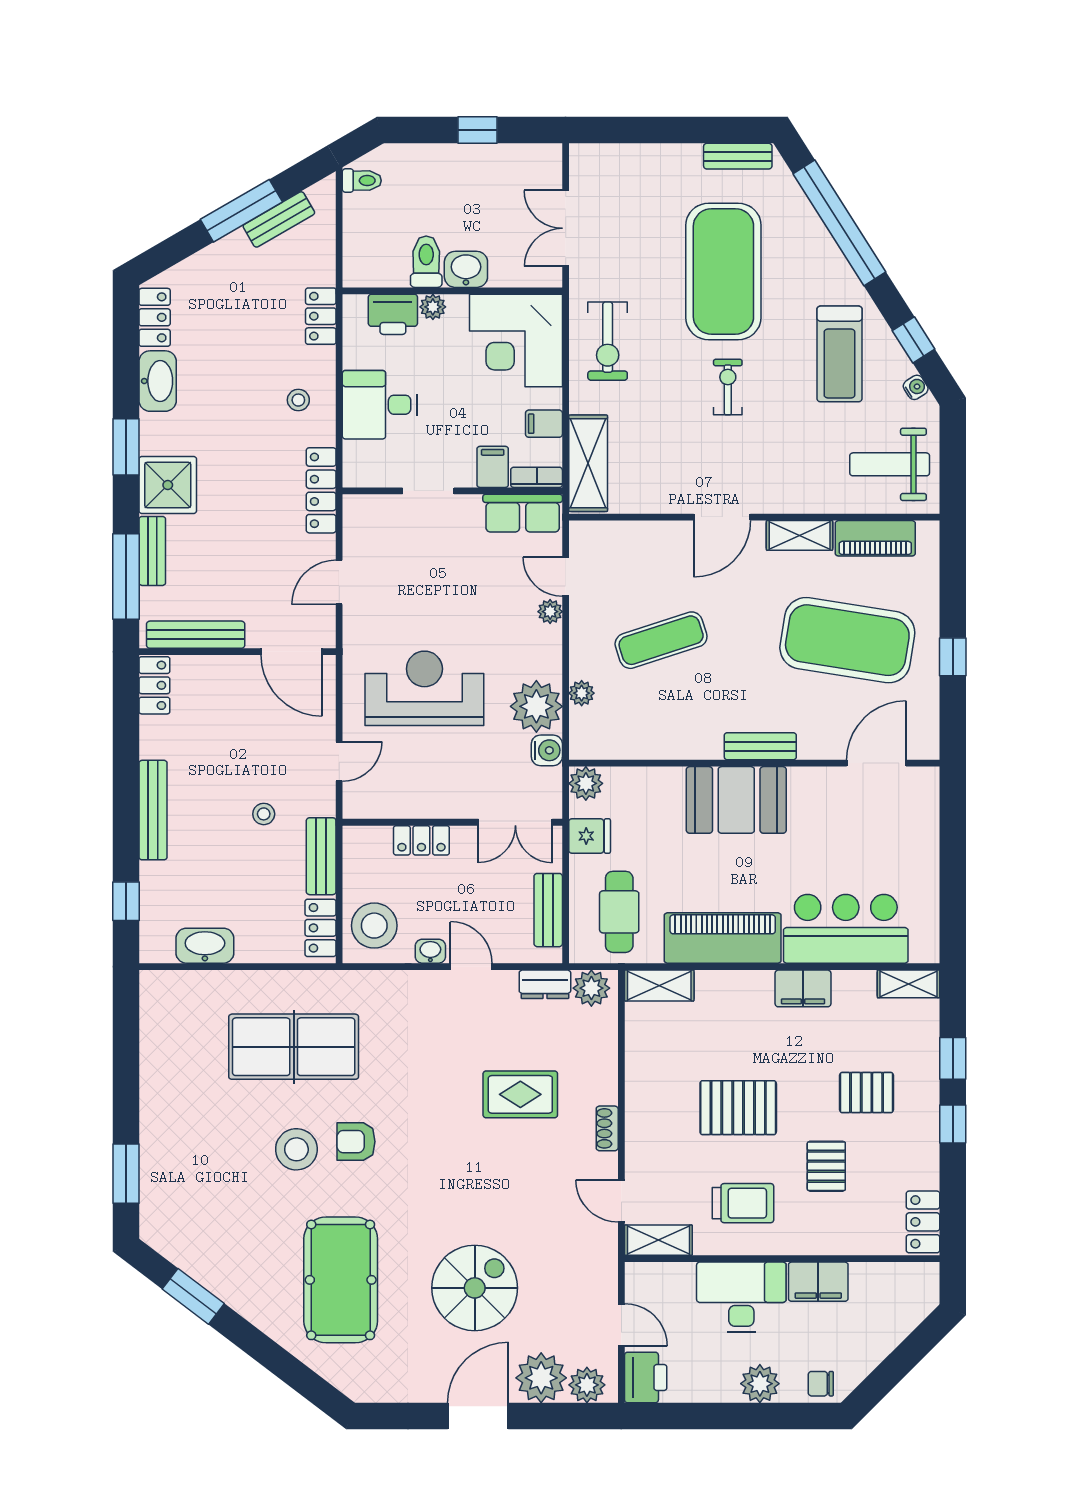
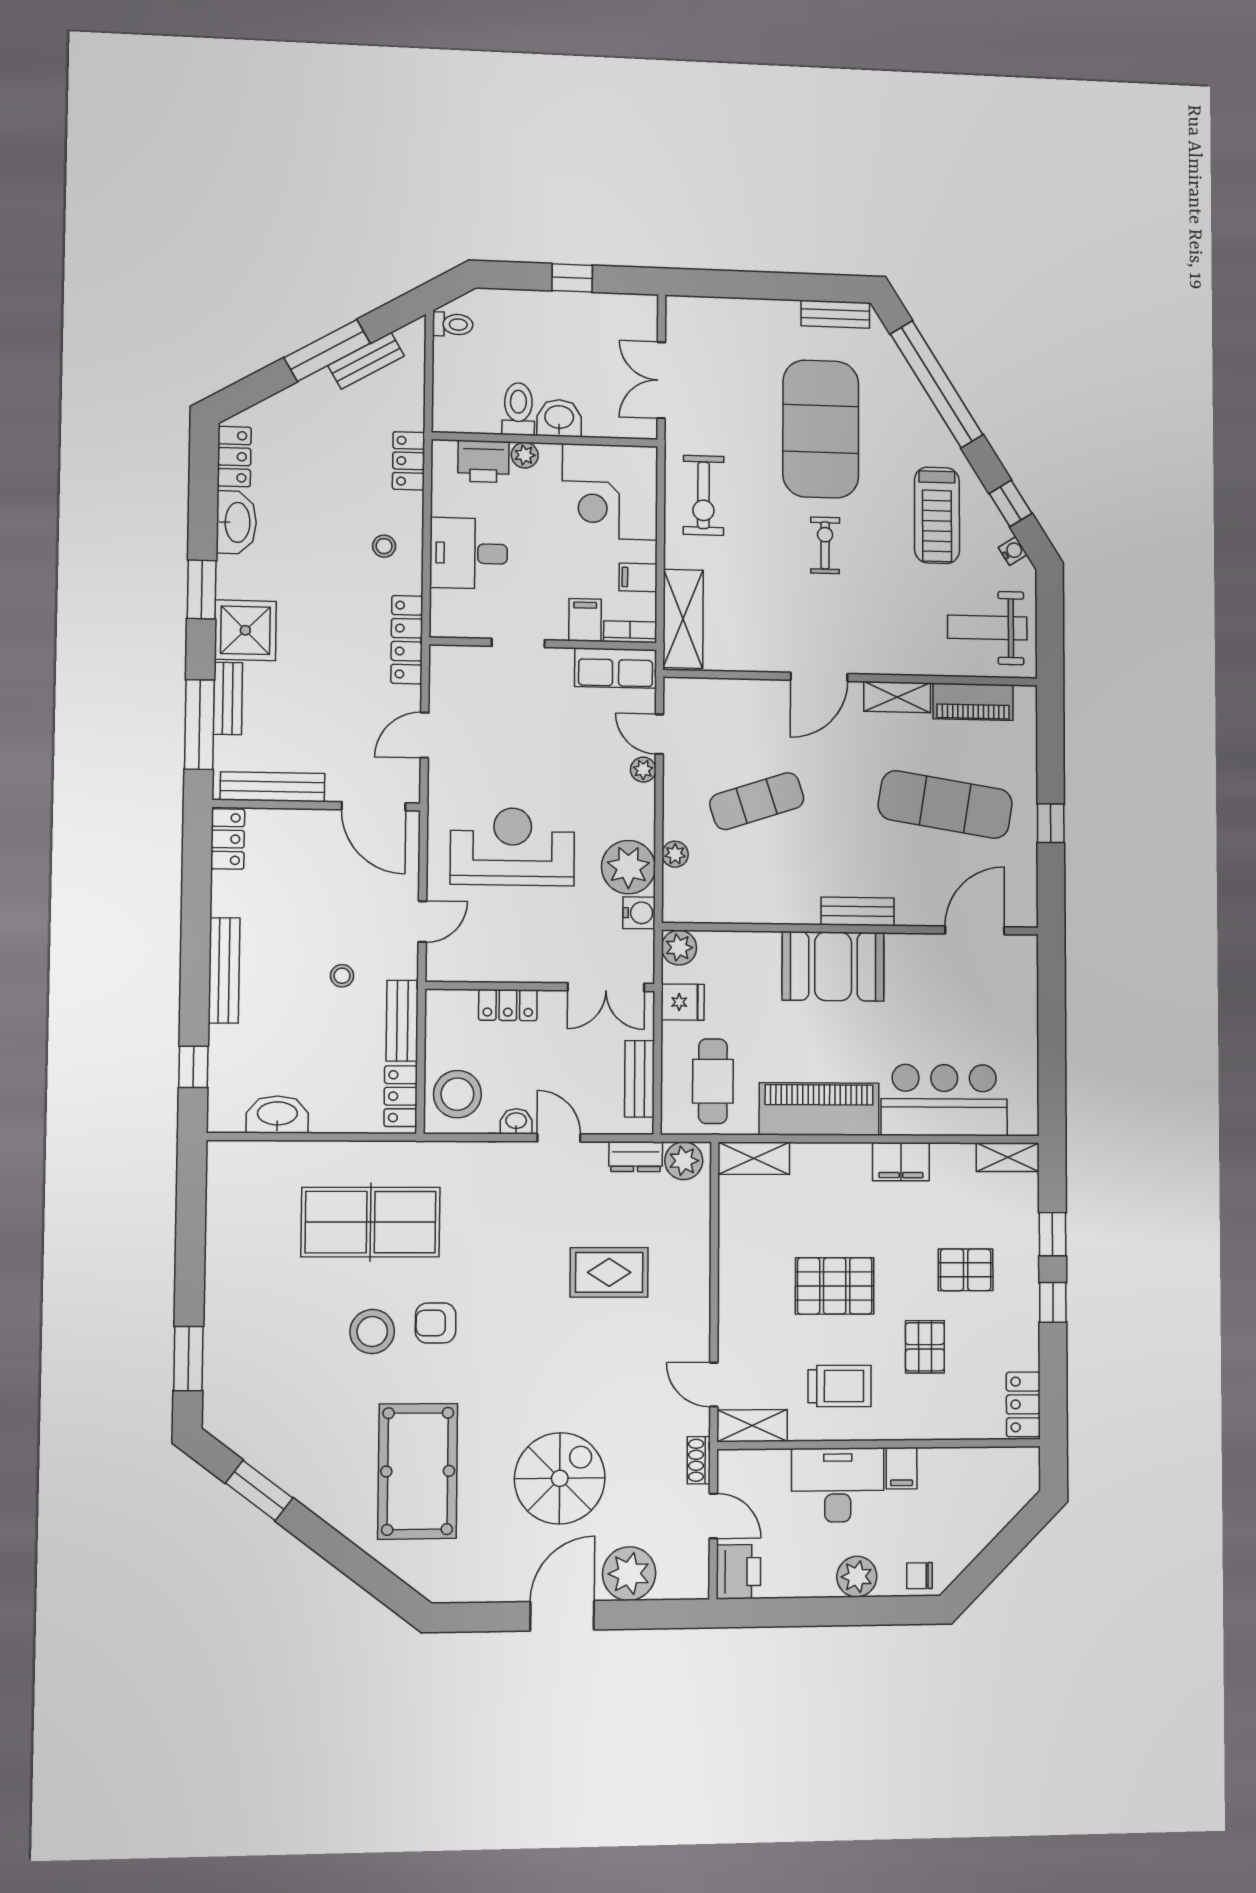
exercise mat: (847, 640) -> (945, 804), width x0.68
shoe rack: (607, 1128) -> (699, 1460), moved
filing cabinet: (818, 1282) -> (902, 1468), width x0.50
plant: (587, 1385) -> (677, 1581), removed

